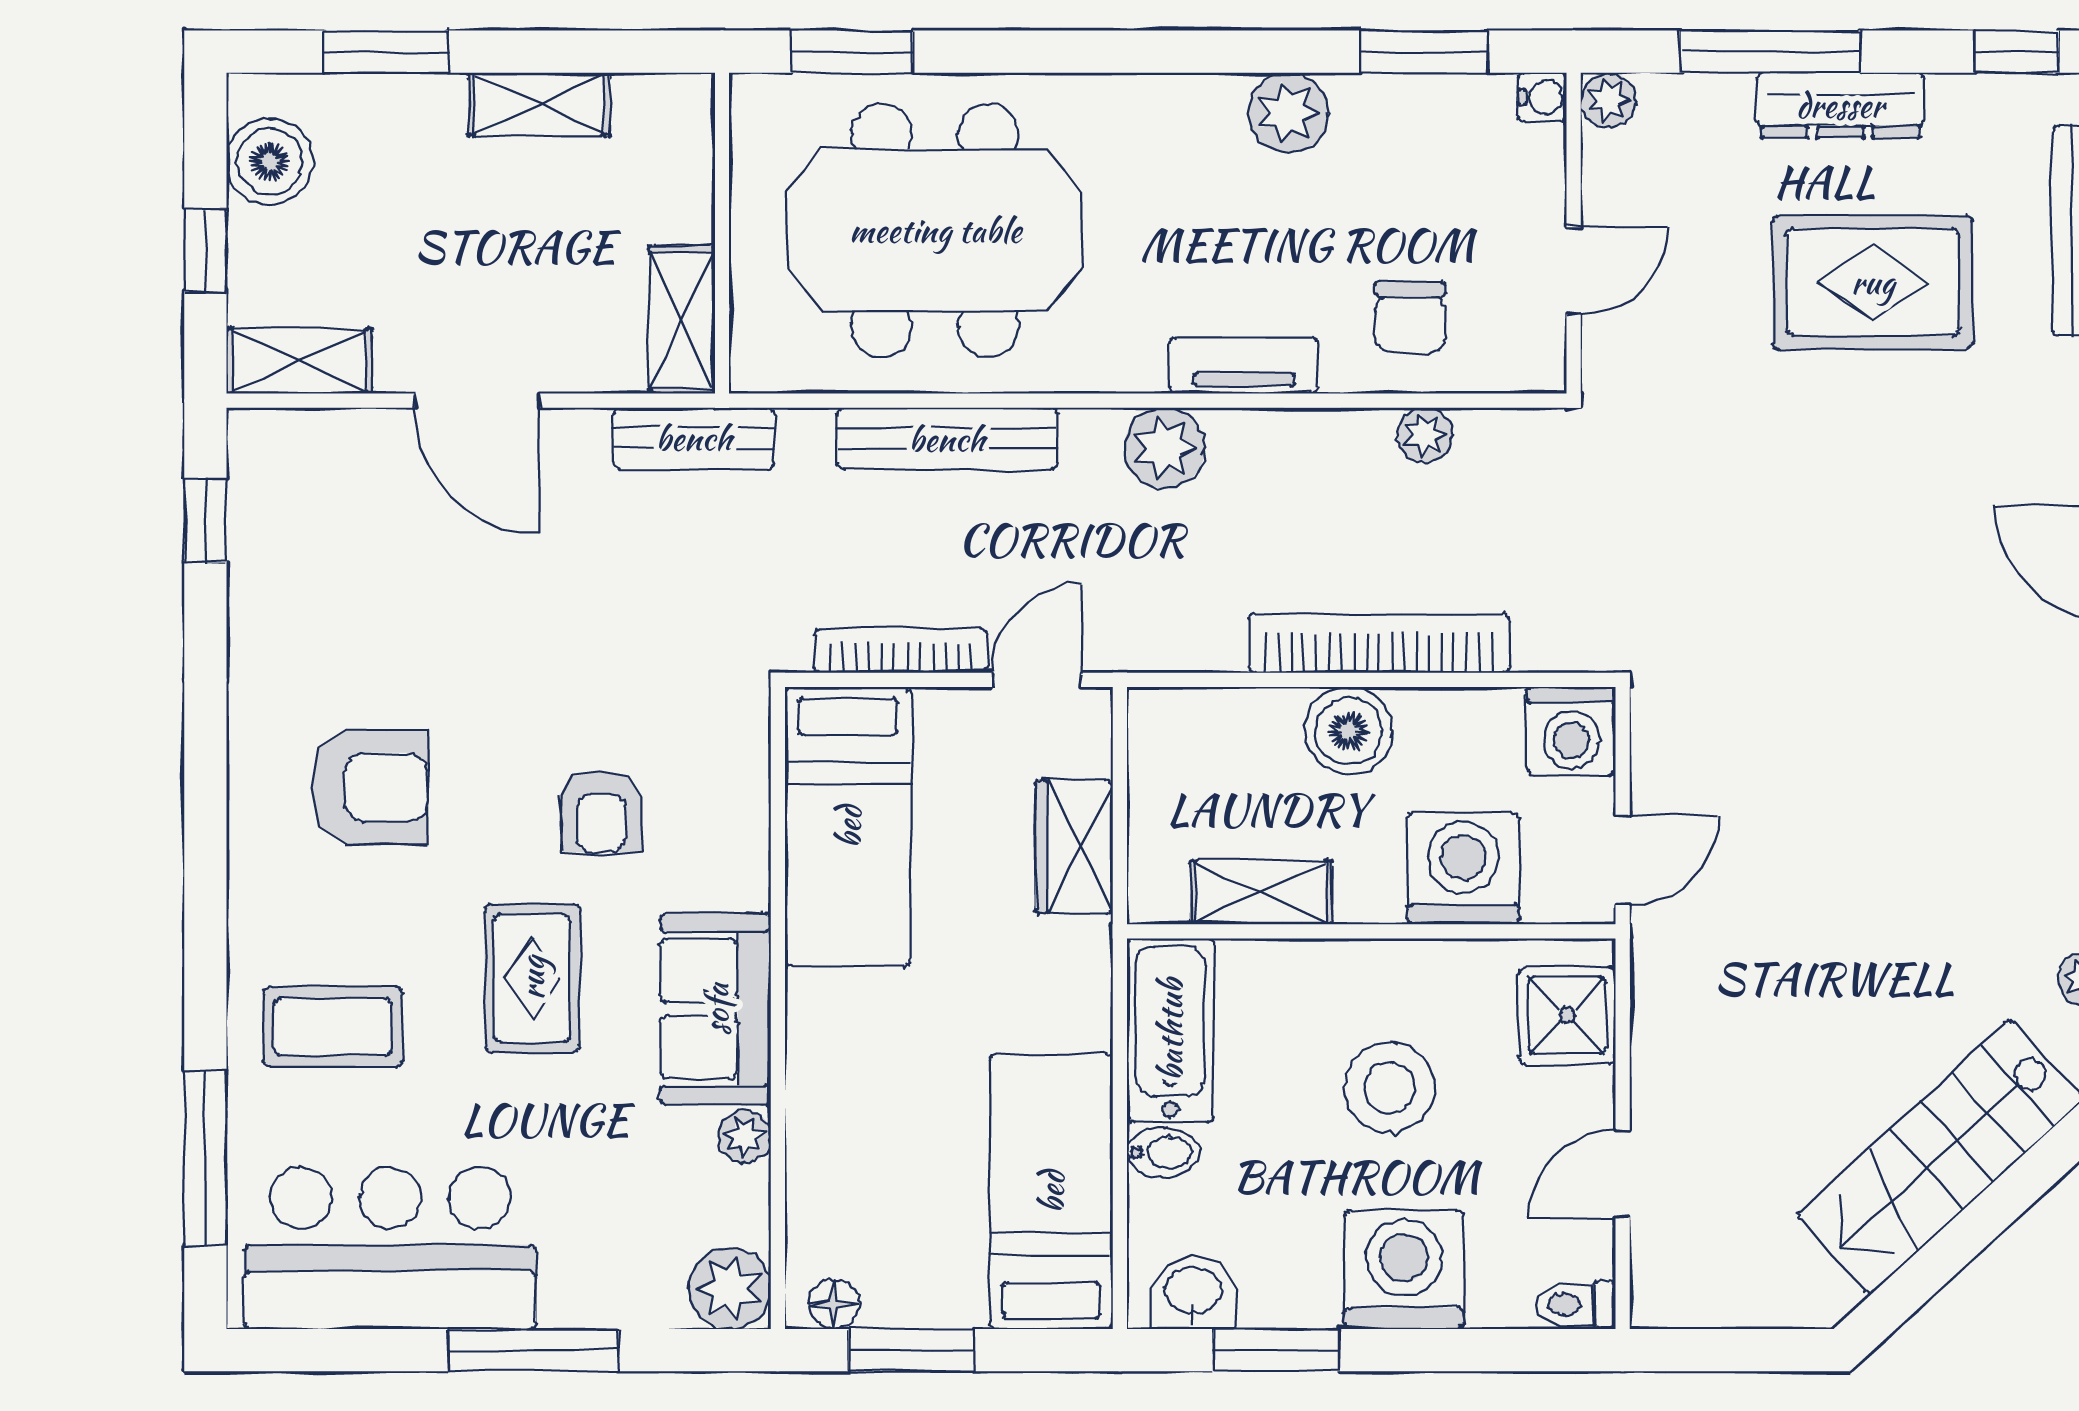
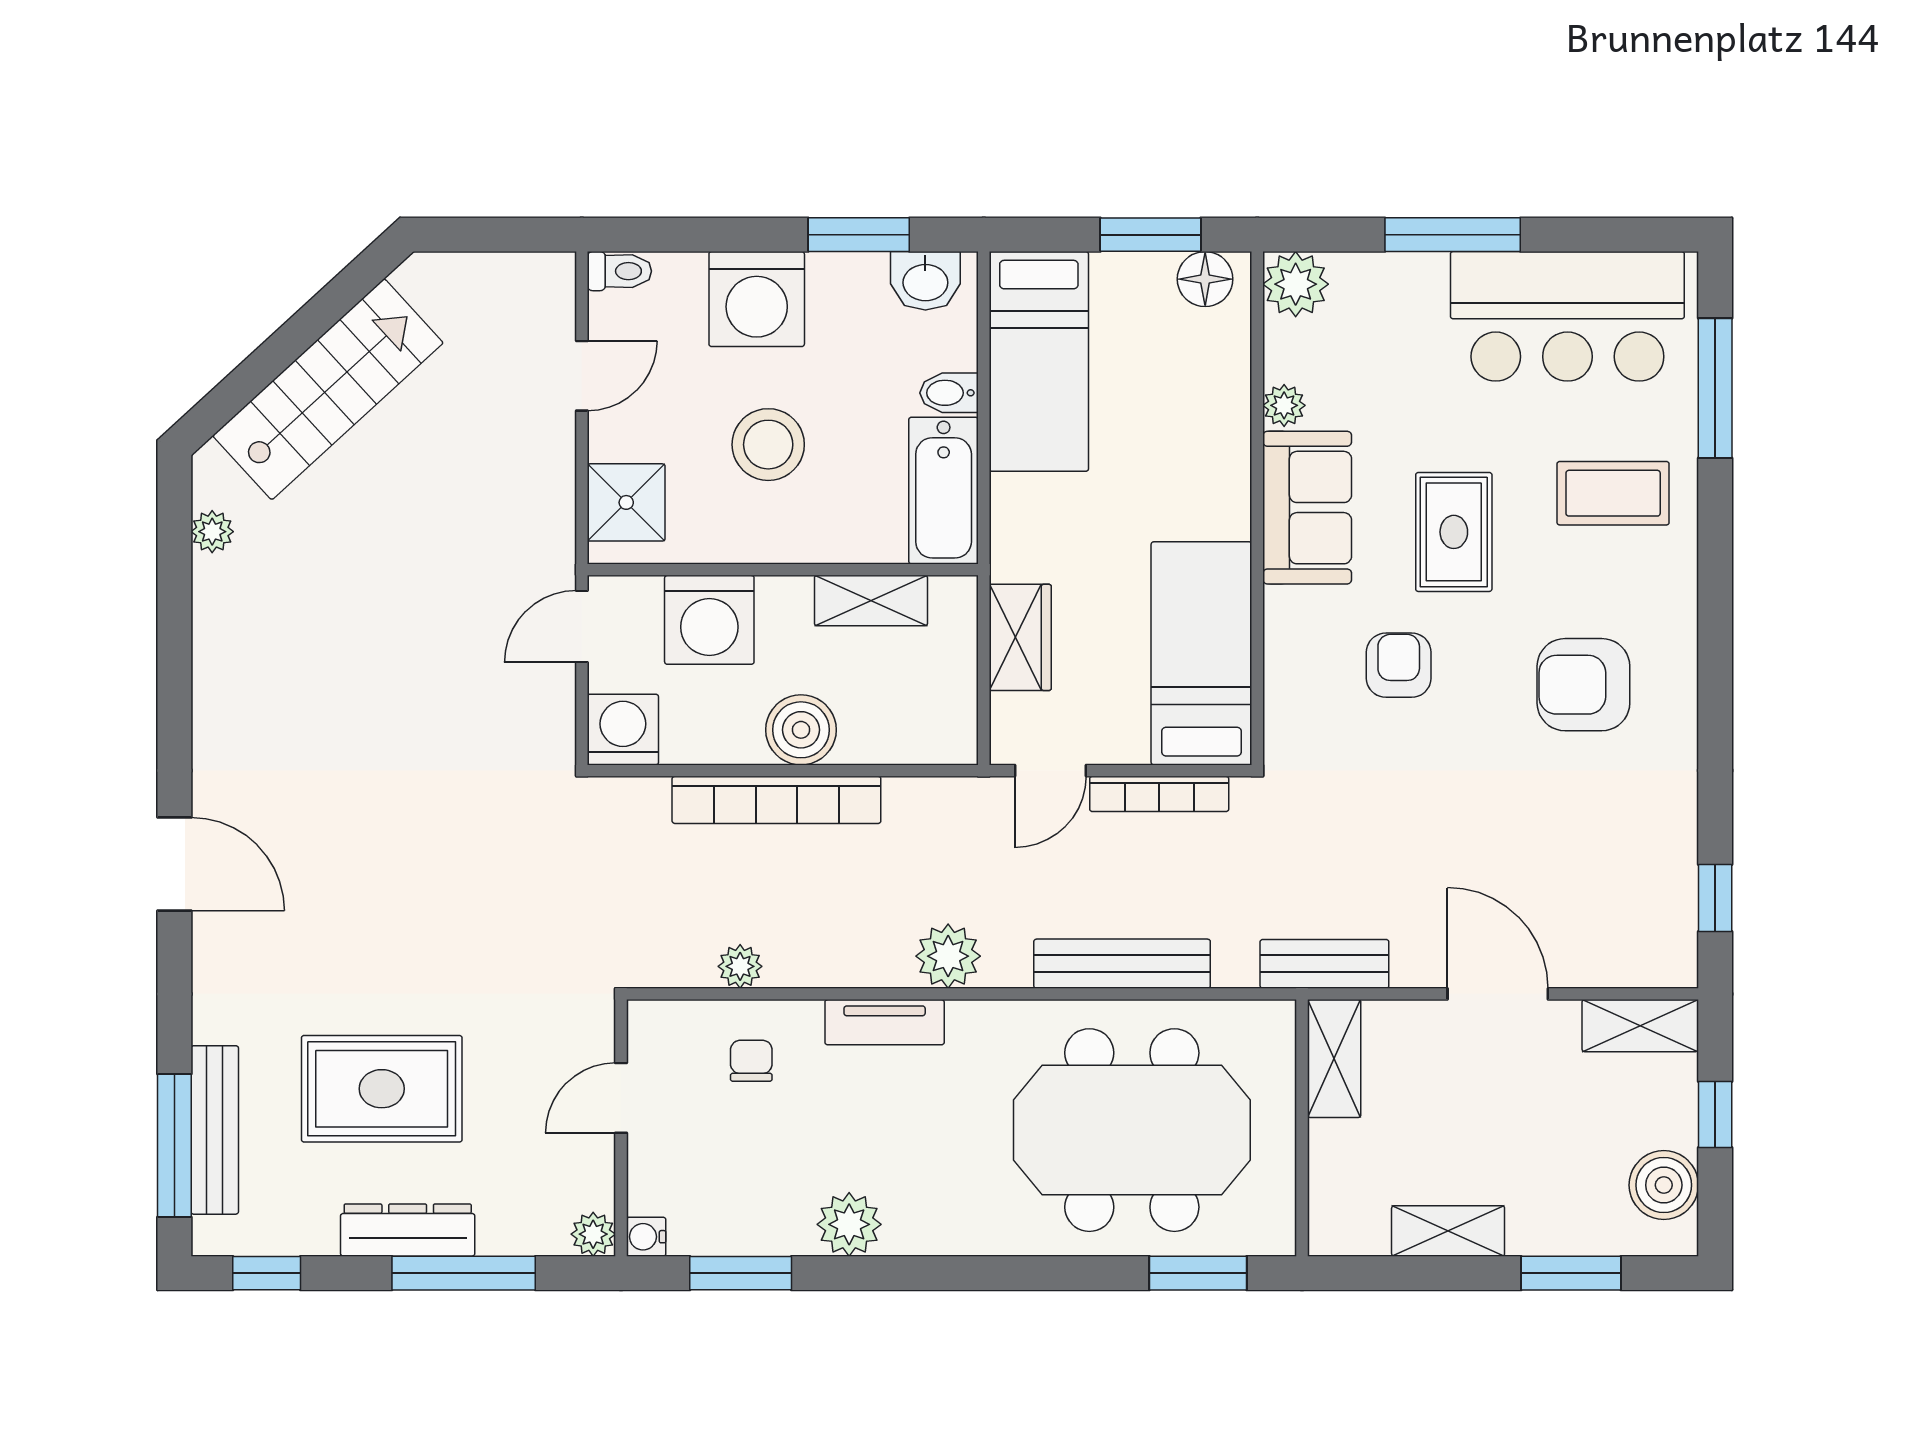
chair: (1411, 317) -> (751, 1061), width x0.73, depth x0.73
floor lamp: (834, 1304) -> (1205, 279), width x1.37, depth x1.37

